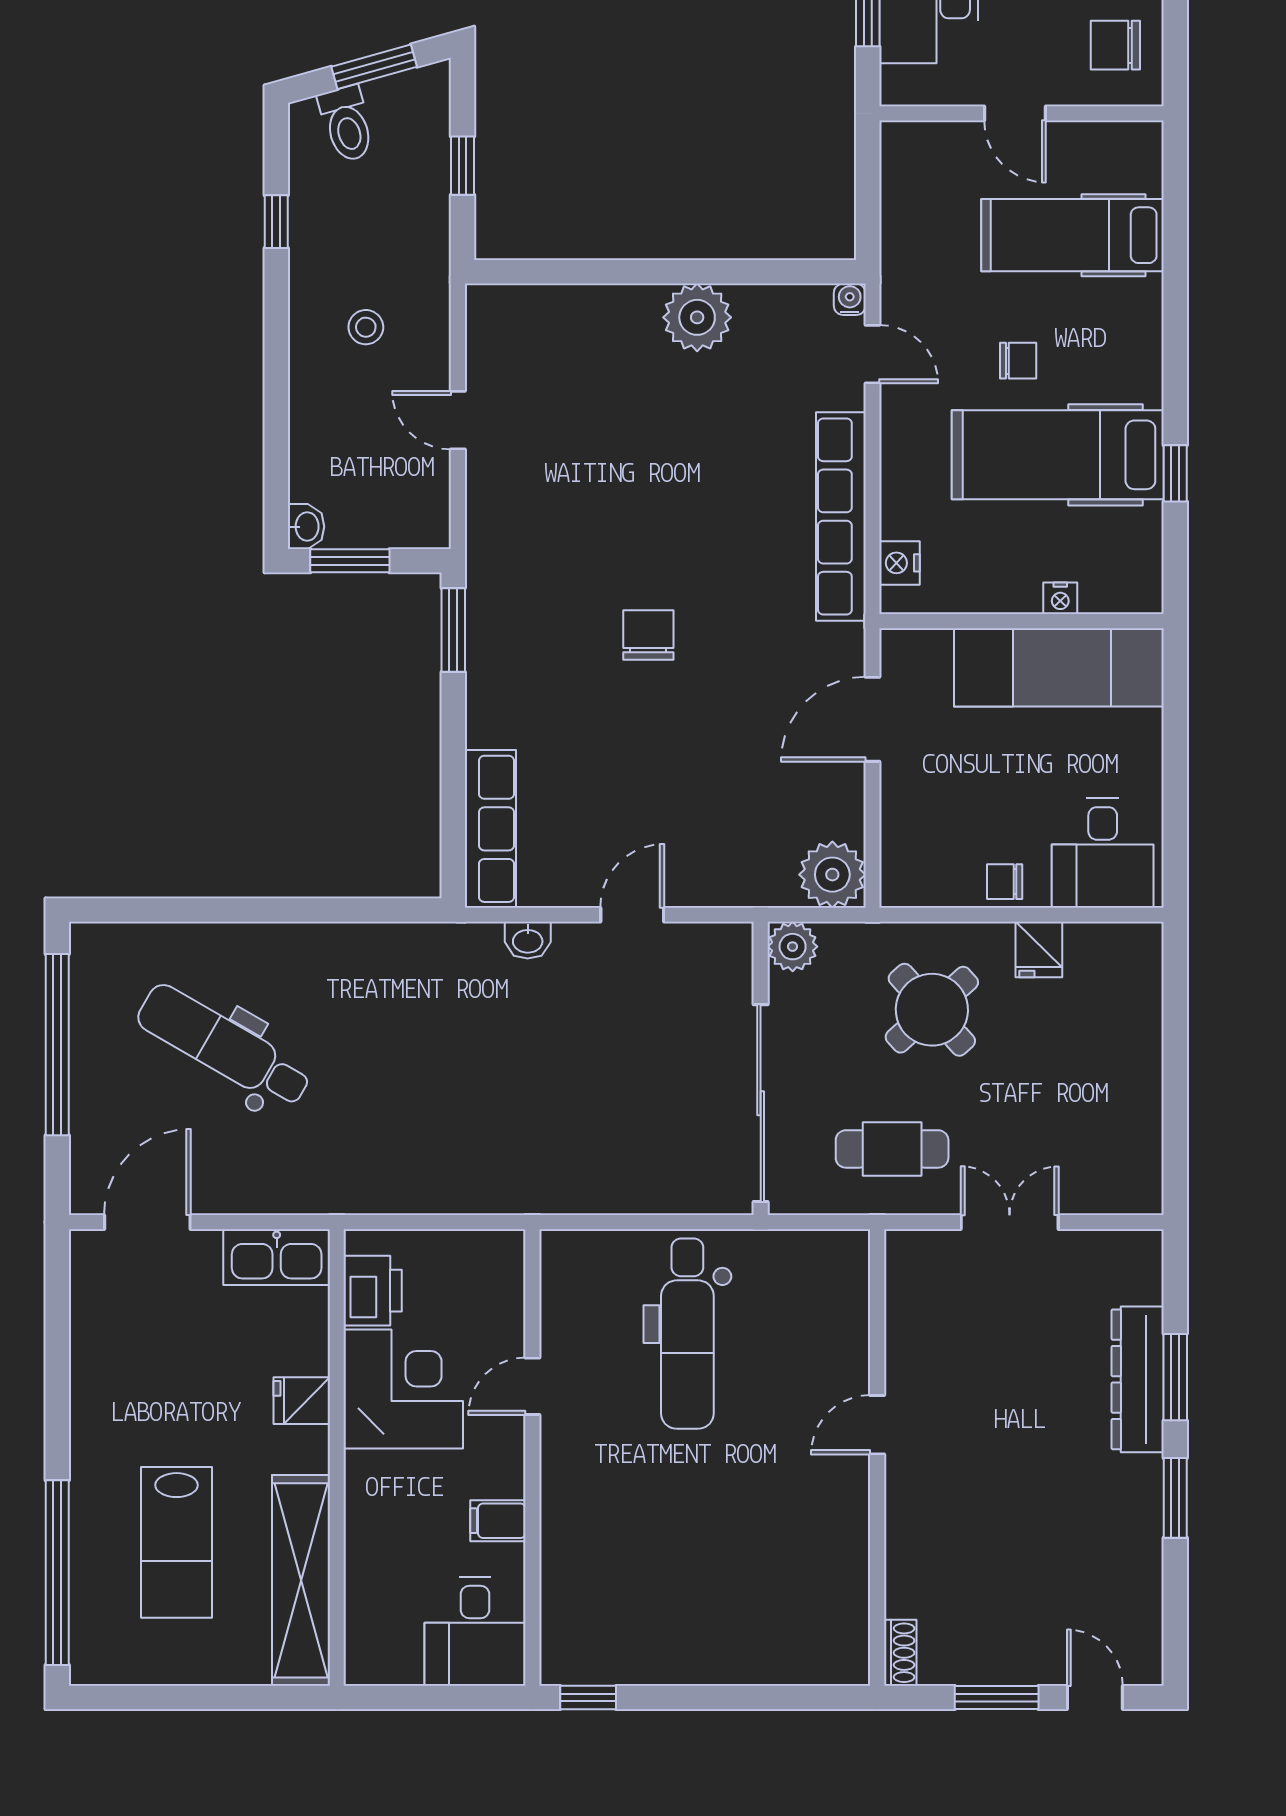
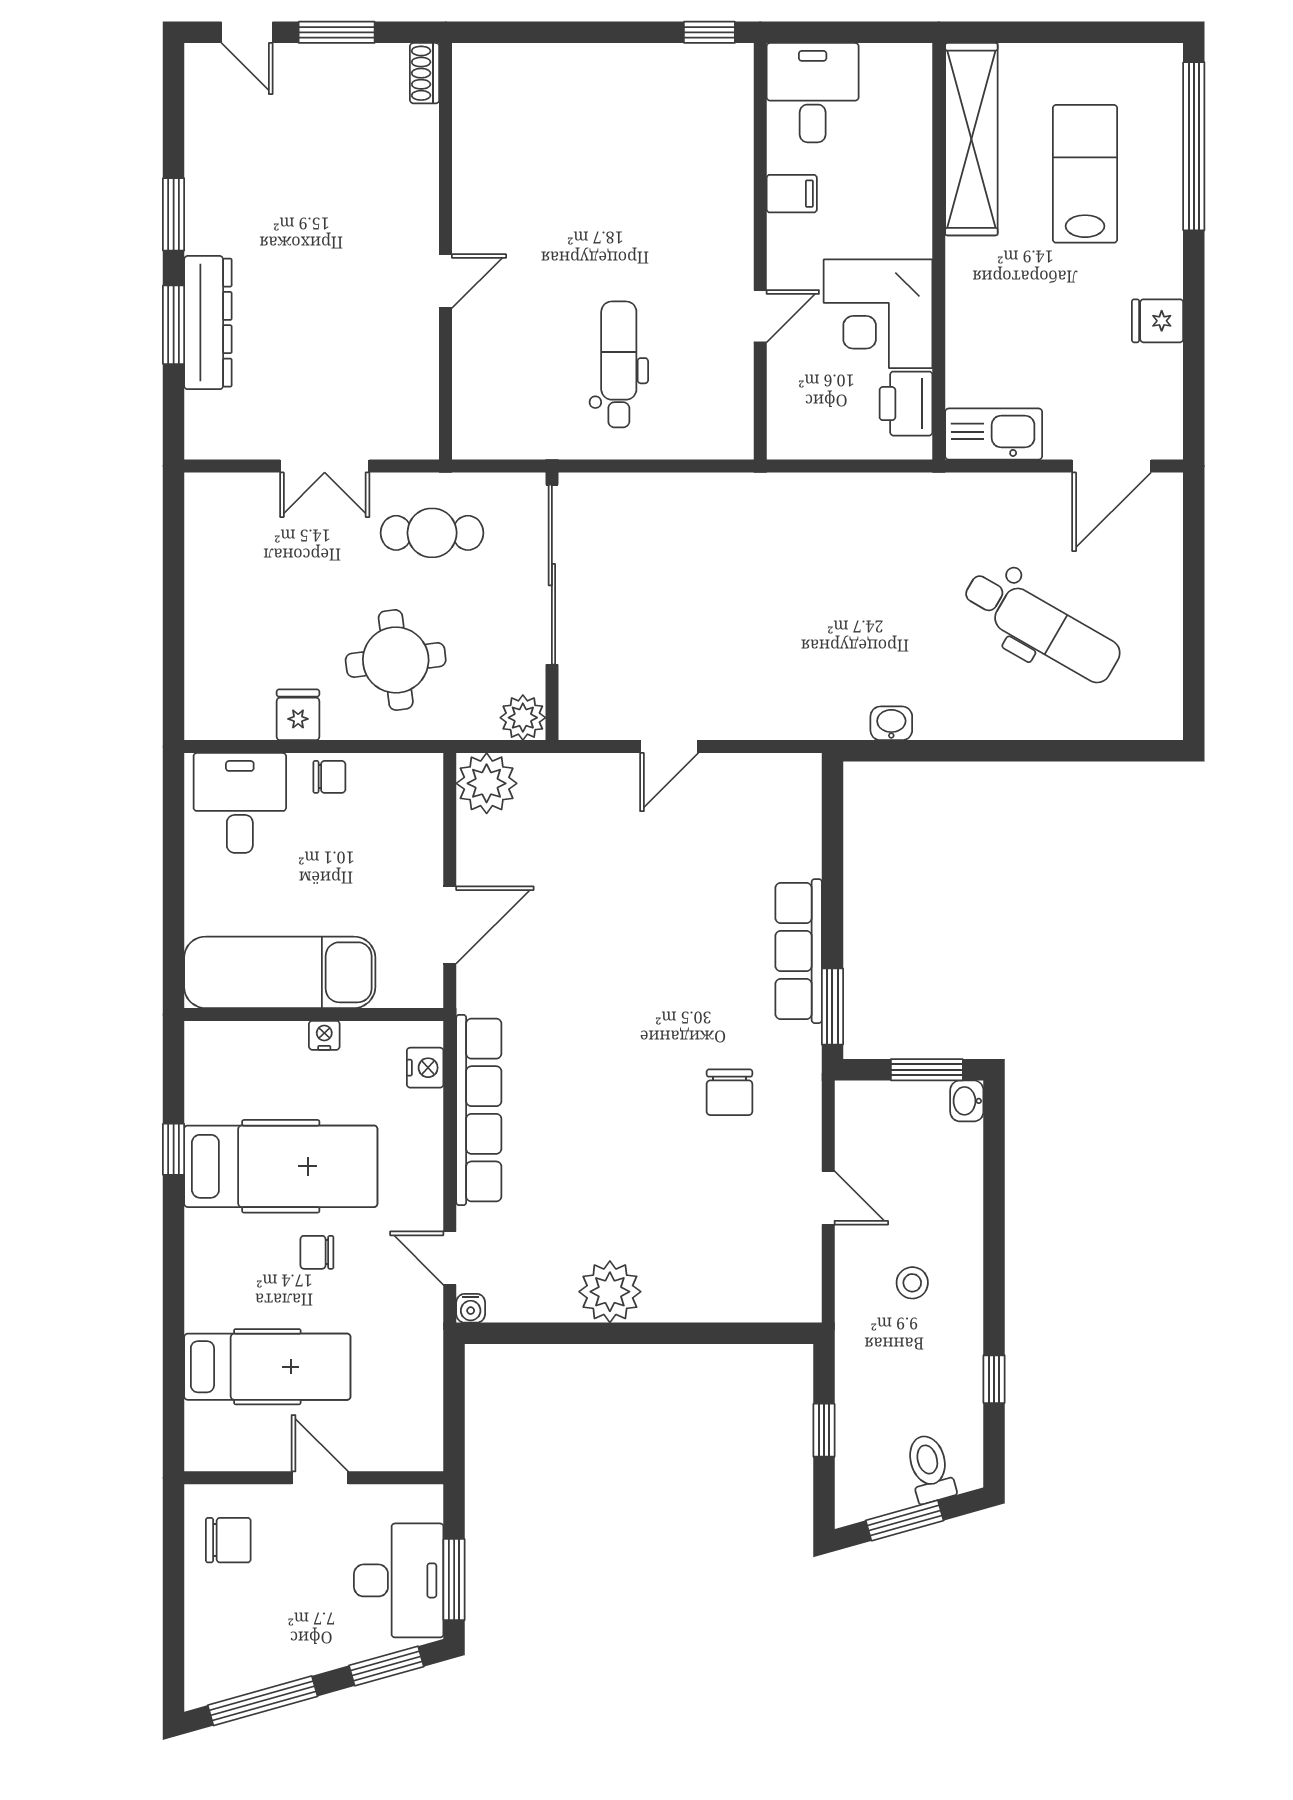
nightstand: (1060, 598) -> (324, 1035), moved
chair: (648, 635) -> (729, 1092), moved
row of seats: (490, 829) -> (799, 951), moved
washbasin: (528, 940) -> (891, 723), moved
round table: (932, 1010) -> (396, 660), turned 35
window: (57, 1045) -> (1194, 628), removed
dental chair: (687, 1334) -> (619, 364), width x0.73, depth x0.72
fridge: (302, 1401) -> (1158, 321), moved, turned 180

